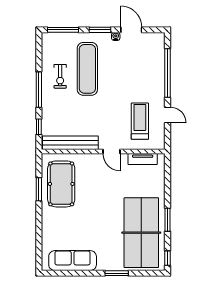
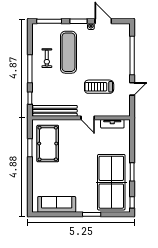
door: (167, 115) -> (132, 89), hinge flipped
treadmill: (140, 121) -> (99, 87), moved, turned -90

